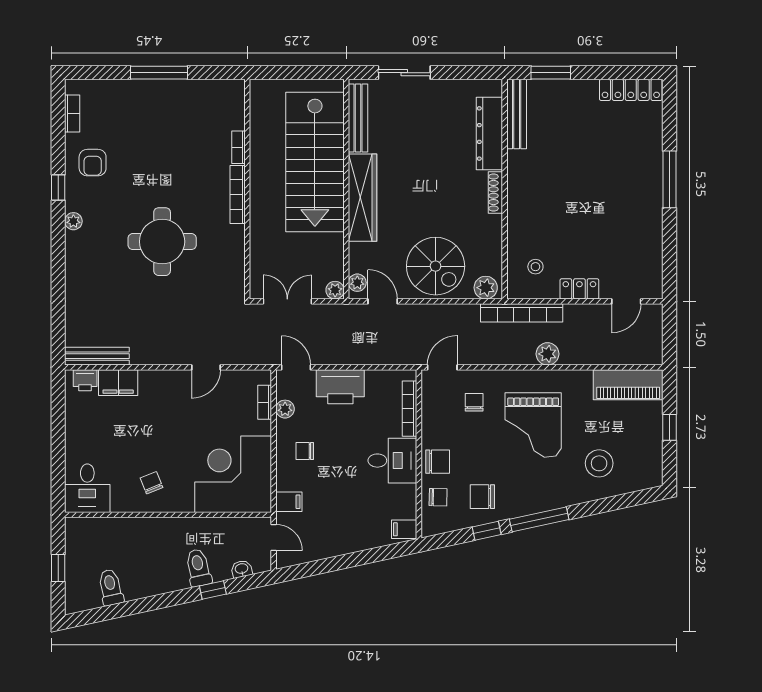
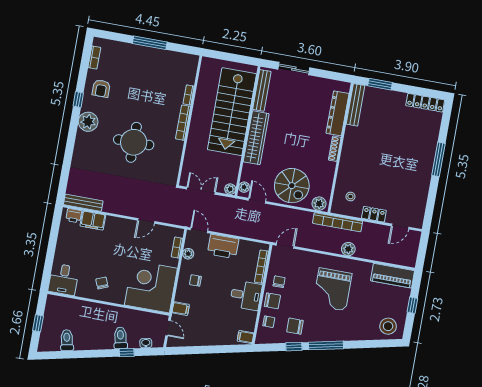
plant: (73, 221) -> (88, 122), width x1.87, depth x1.87
chair: (474, 402) -> (279, 282), moved
stool: (599, 463) -> (388, 326), moved

